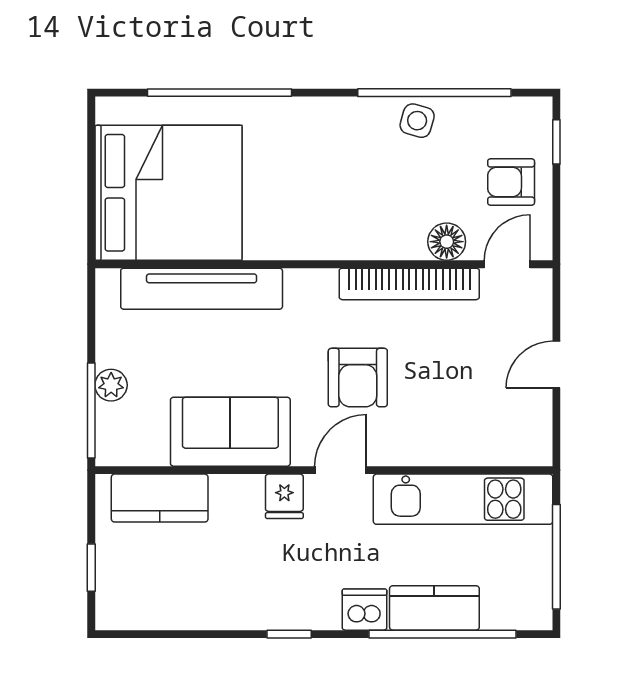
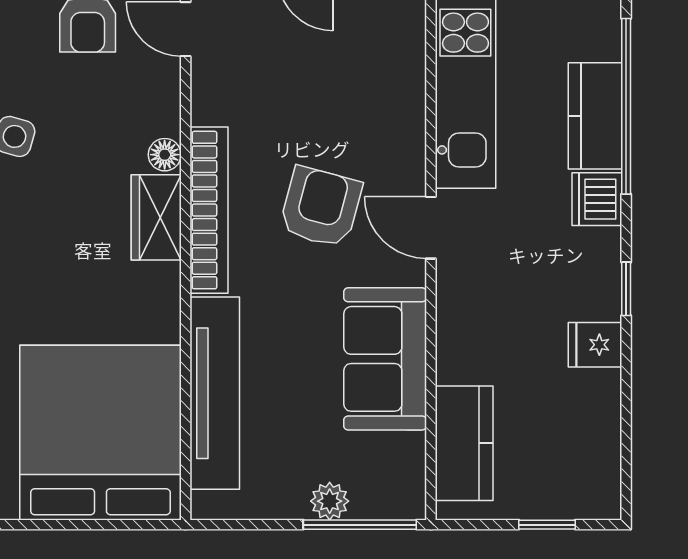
wardrobe: (349, 240) -> (156, 217), added
floor lamp: (447, 242) -> (165, 155), moved, width x0.73, depth x0.73
bookcase: (409, 284) -> (209, 210), moved
armchair: (358, 378) -> (321, 207), turned -75
fridge: (284, 496) -> (595, 345), moved, turned 180

